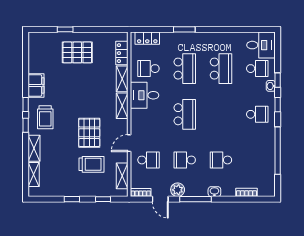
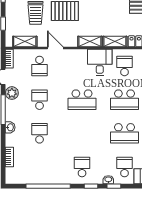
school desk: (257, 69) -> (124, 167), turned 180
school desk: (257, 114) -> (82, 167), turned 180

